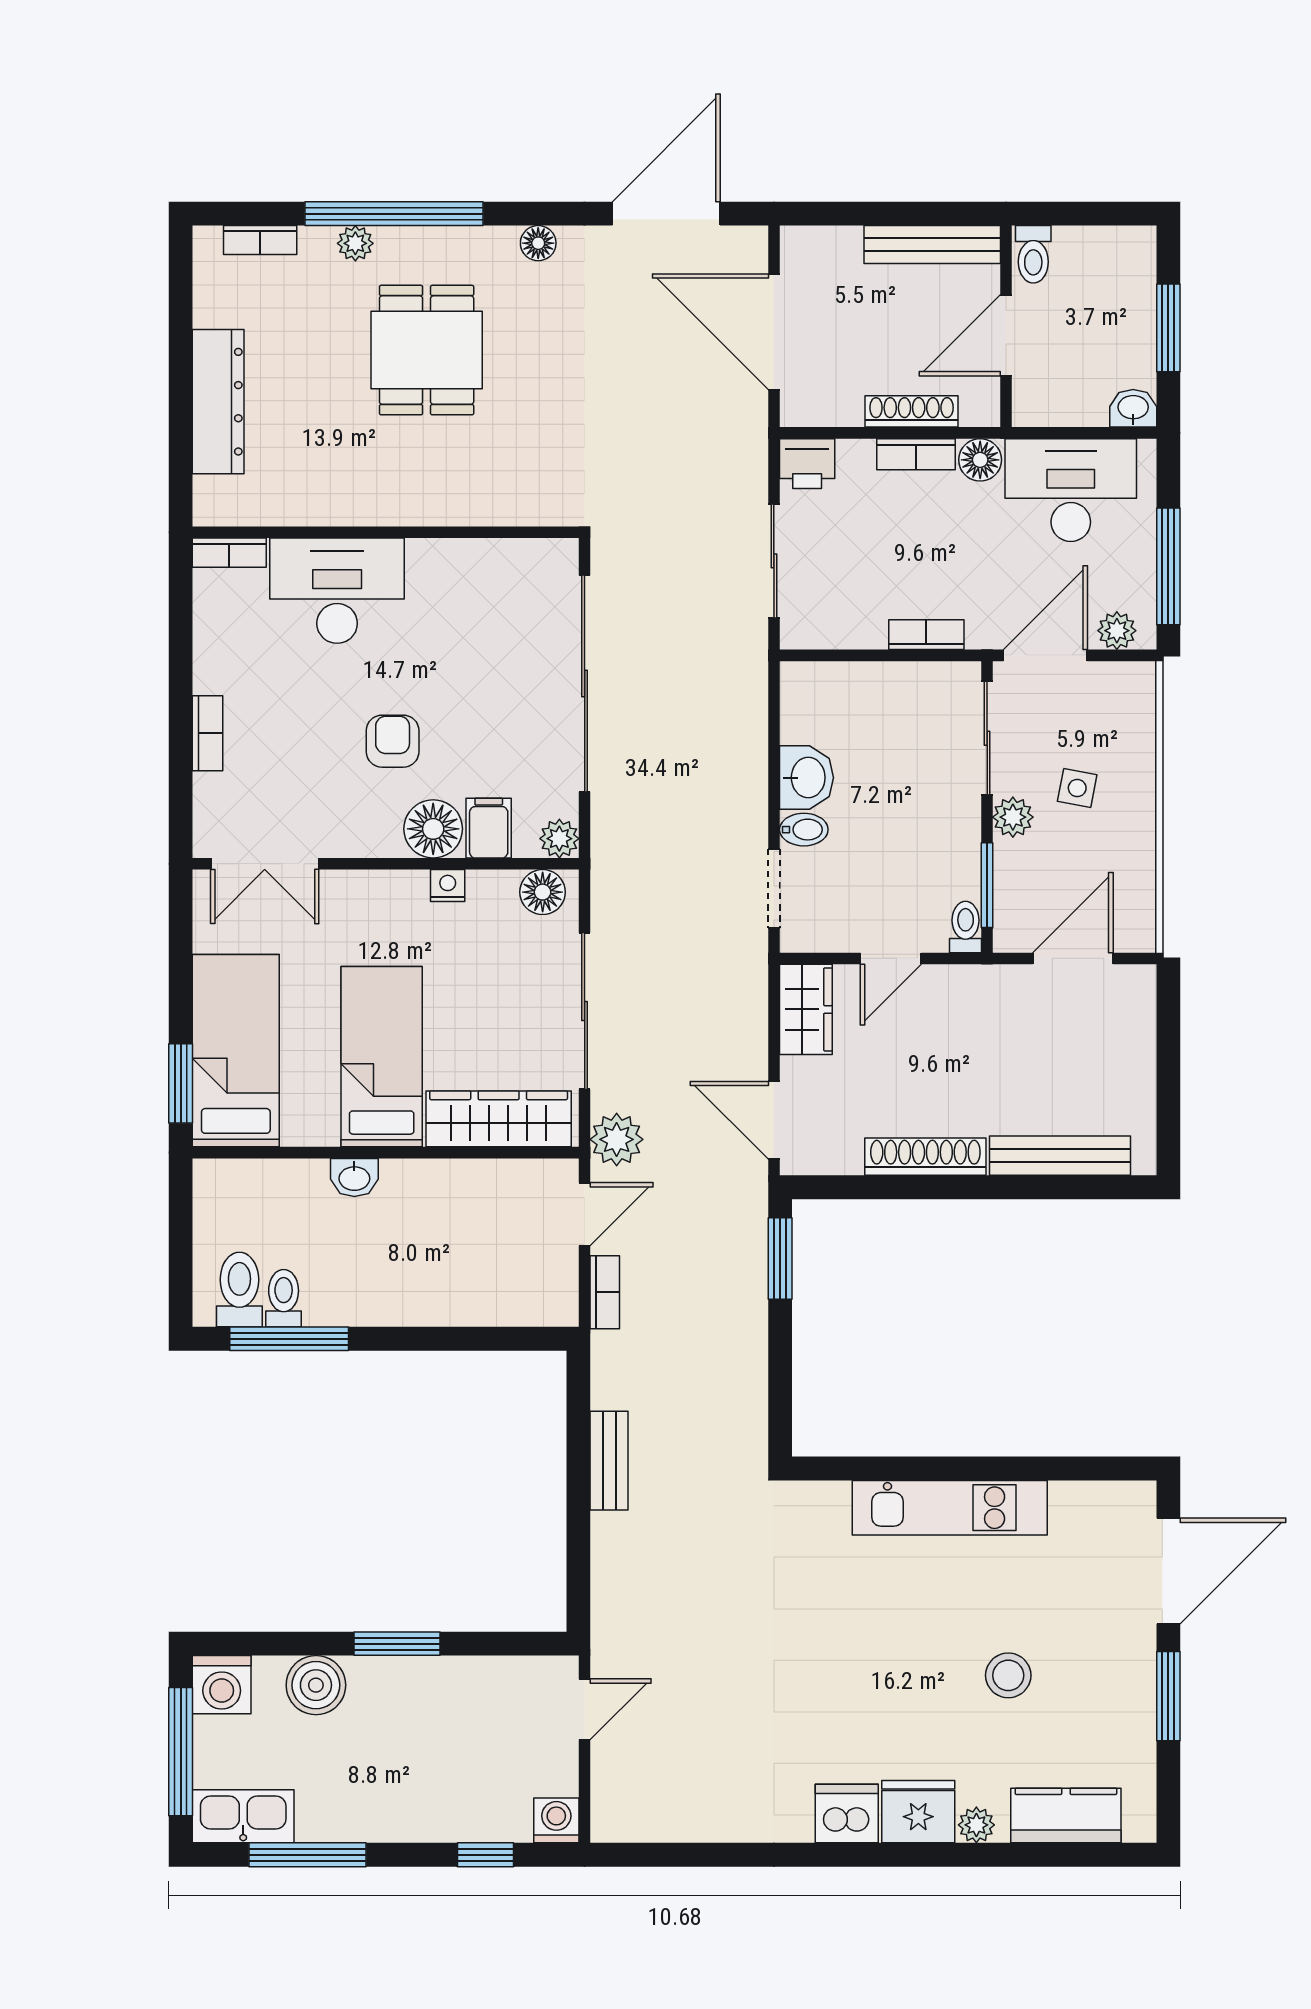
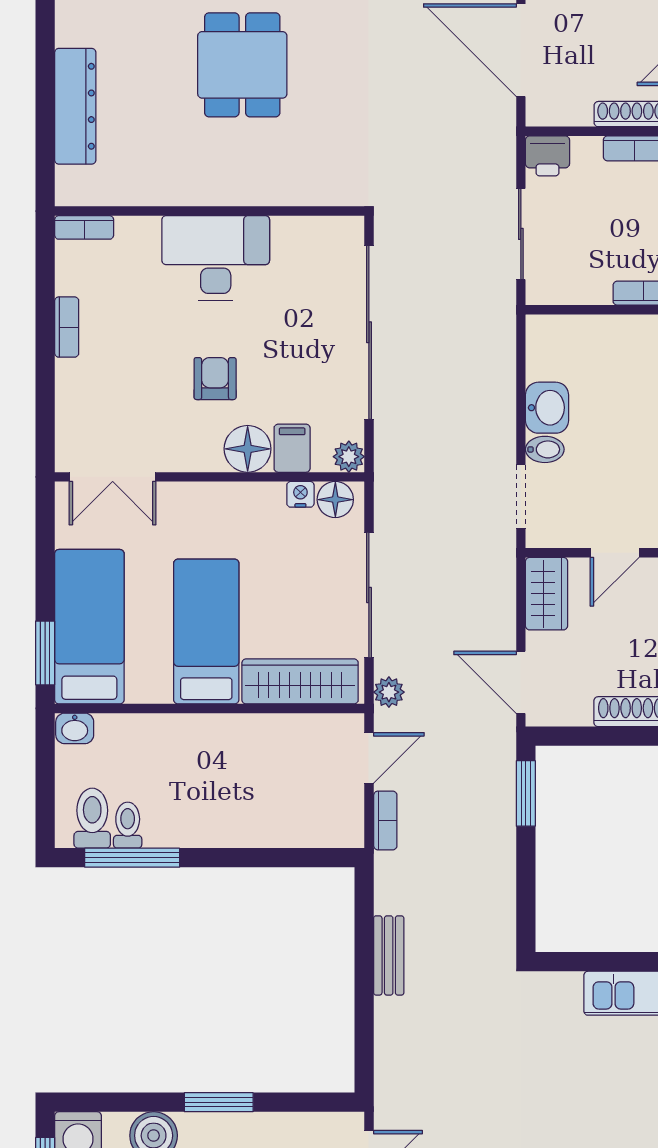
desk: (337, 591) -> (216, 258), moved
bookcase: (208, 733) -> (67, 327), moved
nightstand: (448, 886) -> (300, 494), moved
plant: (617, 1139) -> (389, 692), width x0.73, depth x0.73
washbasin: (354, 1177) -> (75, 728), moved

